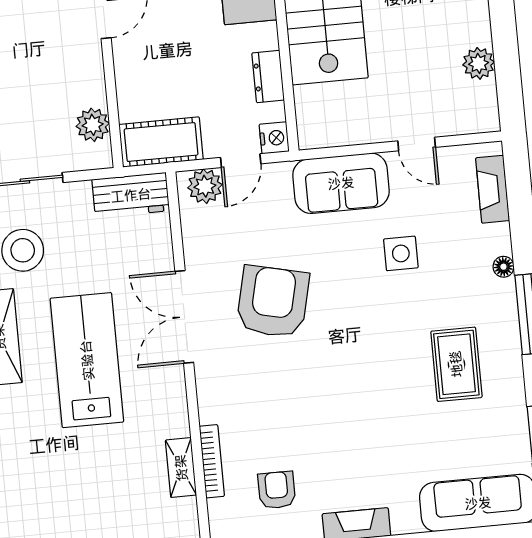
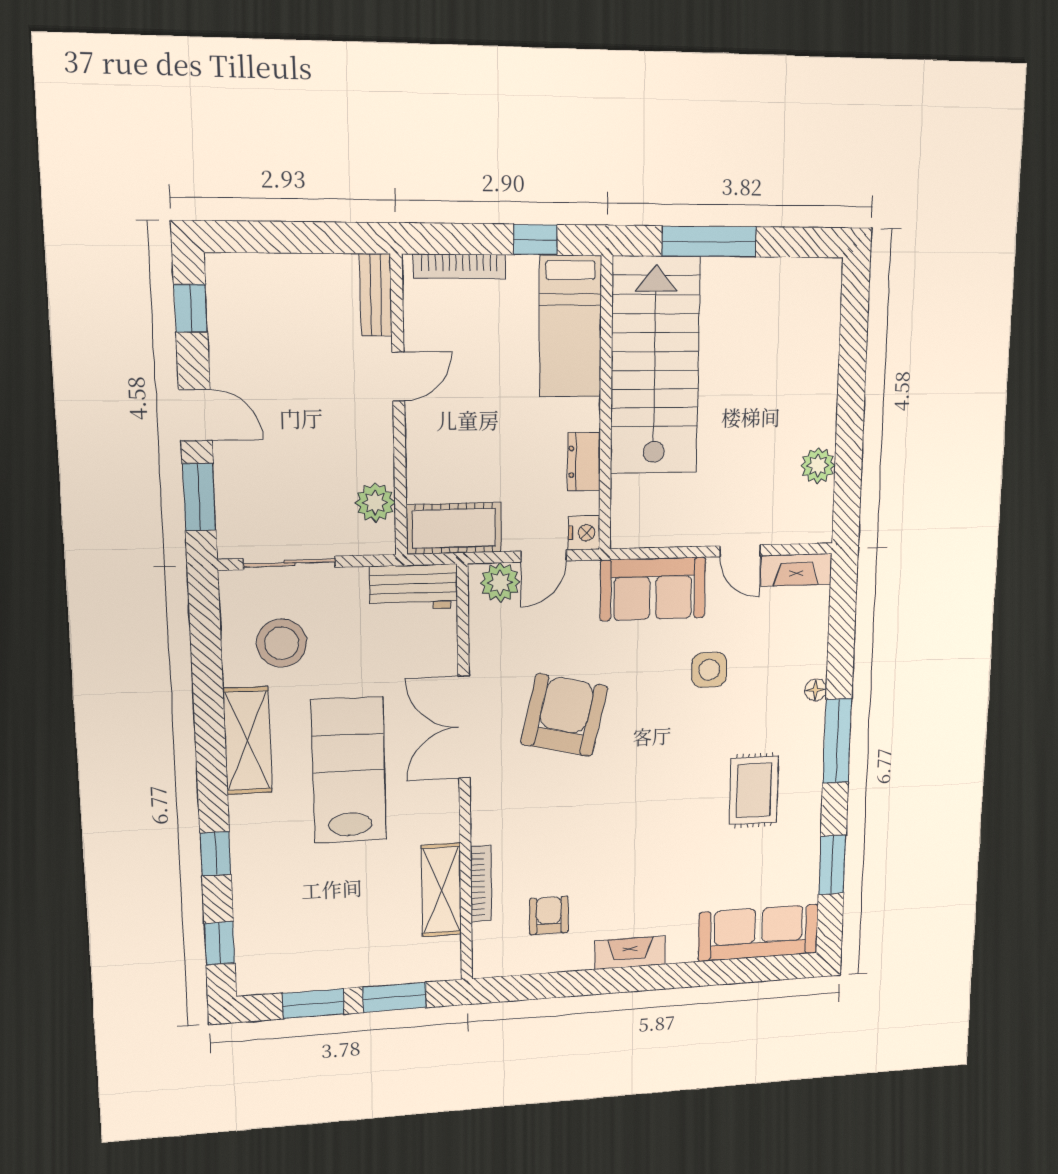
fireplace: (493, 189) -> (796, 570), moved, turned -90
shelving: (181, 468) -> (441, 890), width x1.50, depth x1.33

